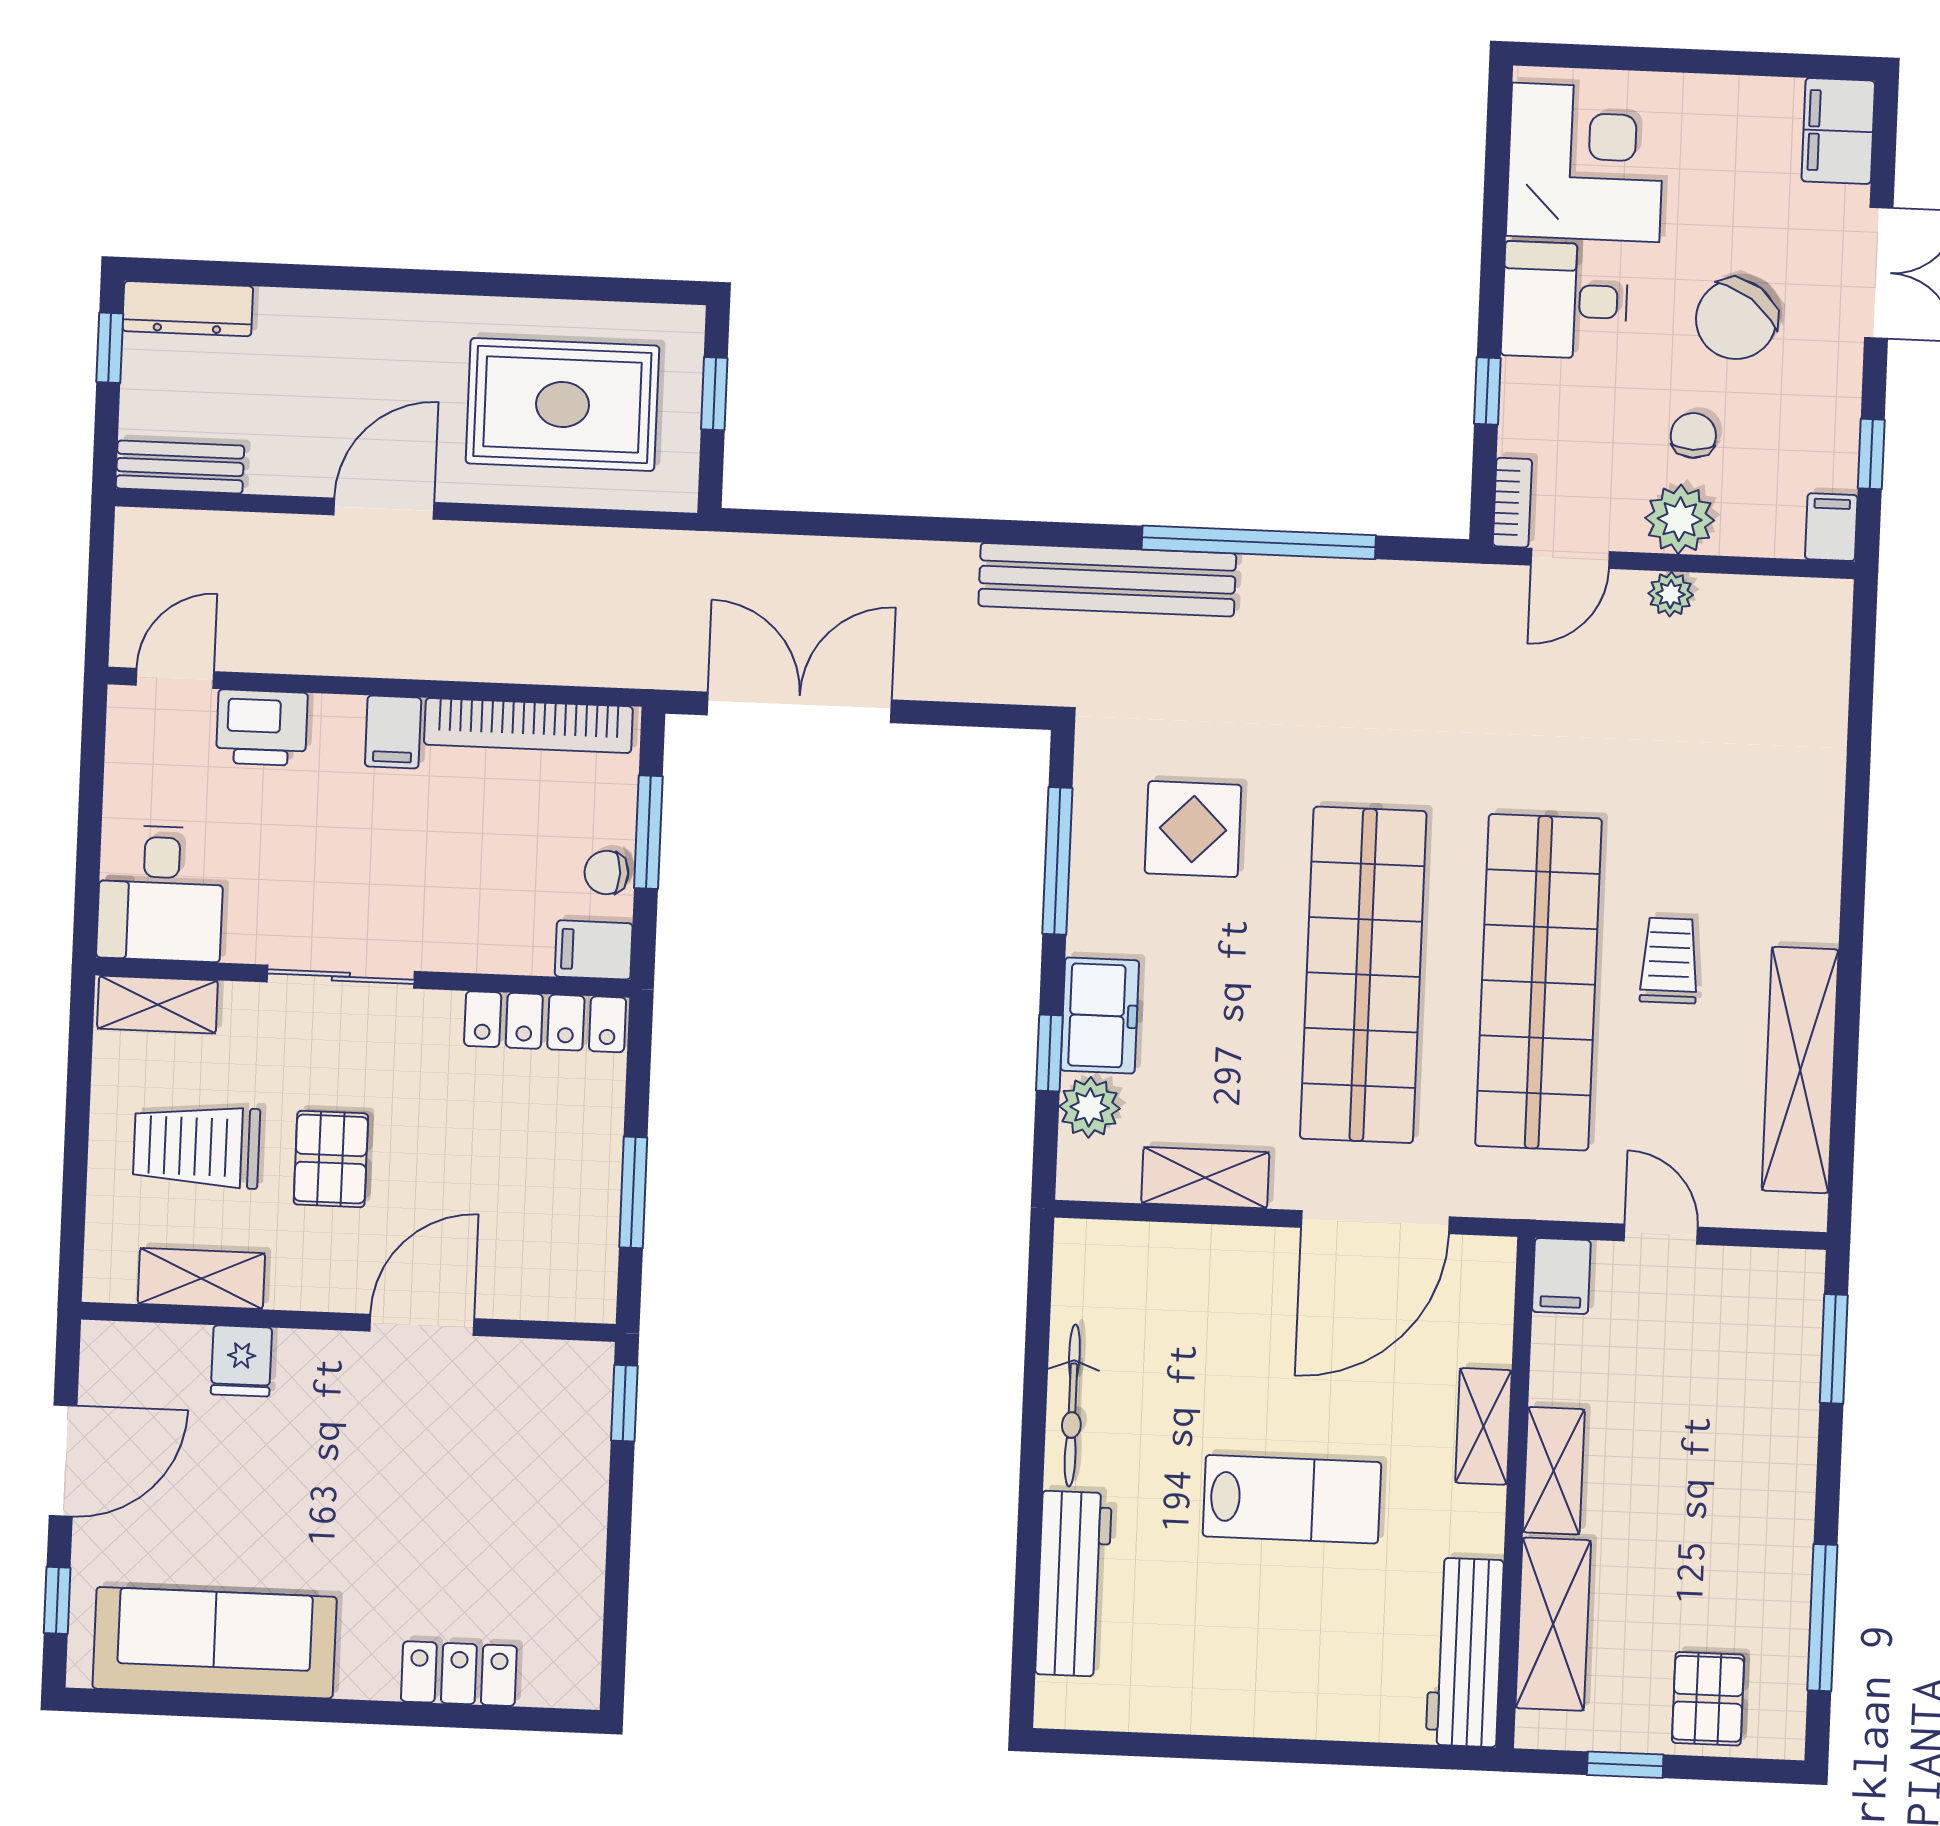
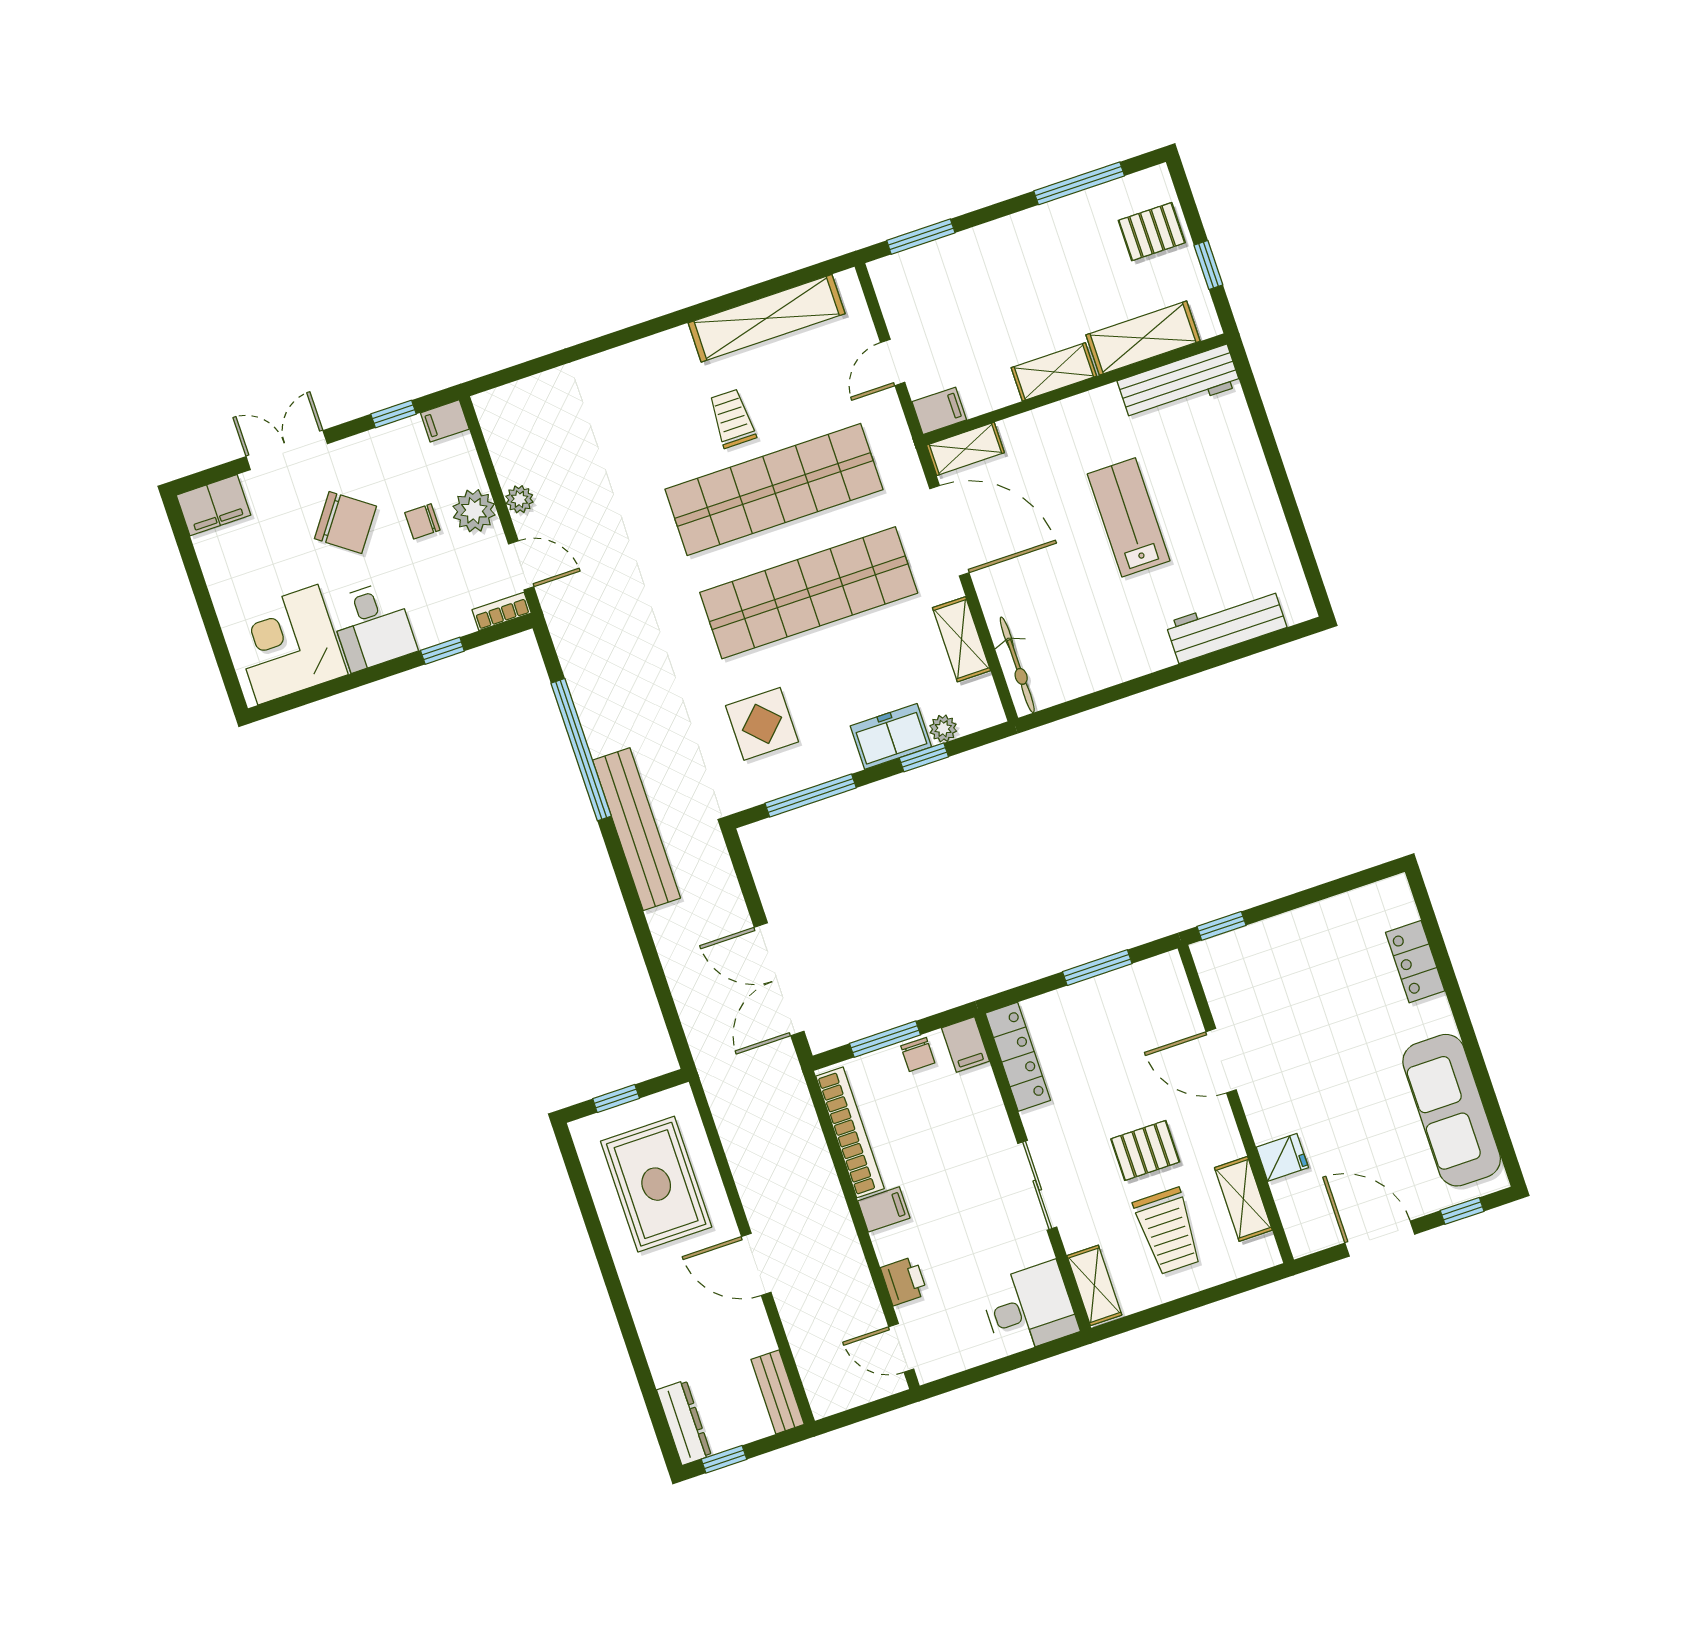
printer: (262, 728) -> (904, 1281), width x0.73, depth x0.81
trolley: (1669, 961) -> (732, 418), turned 90
plant: (1090, 1107) -> (943, 729), width x0.73, depth x0.73
bicycle: (1072, 1406) -> (1017, 665), moved, turned 90
shelving: (1483, 1426) -> (965, 449), moved

